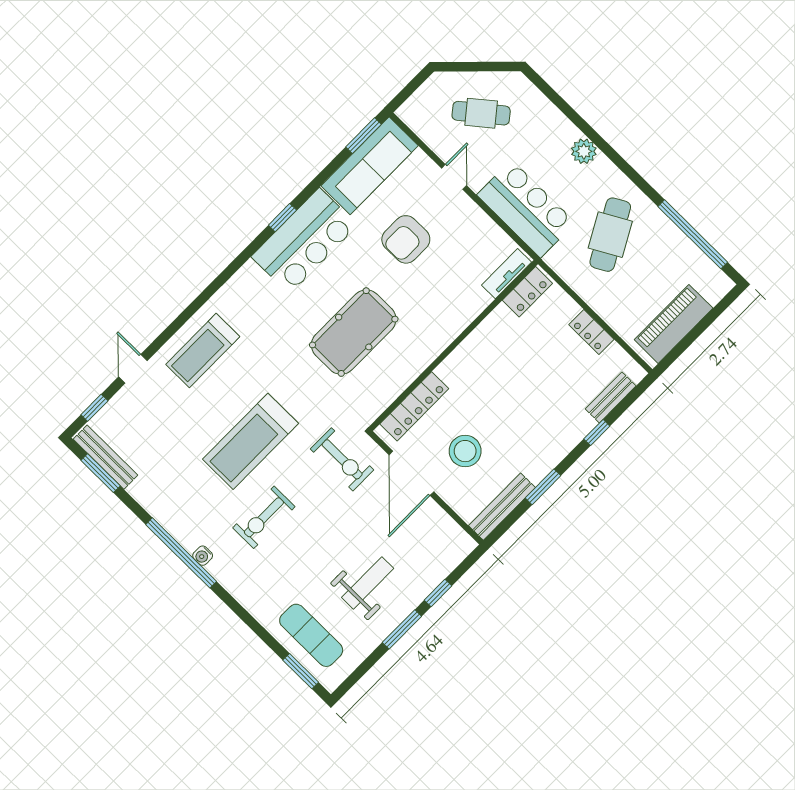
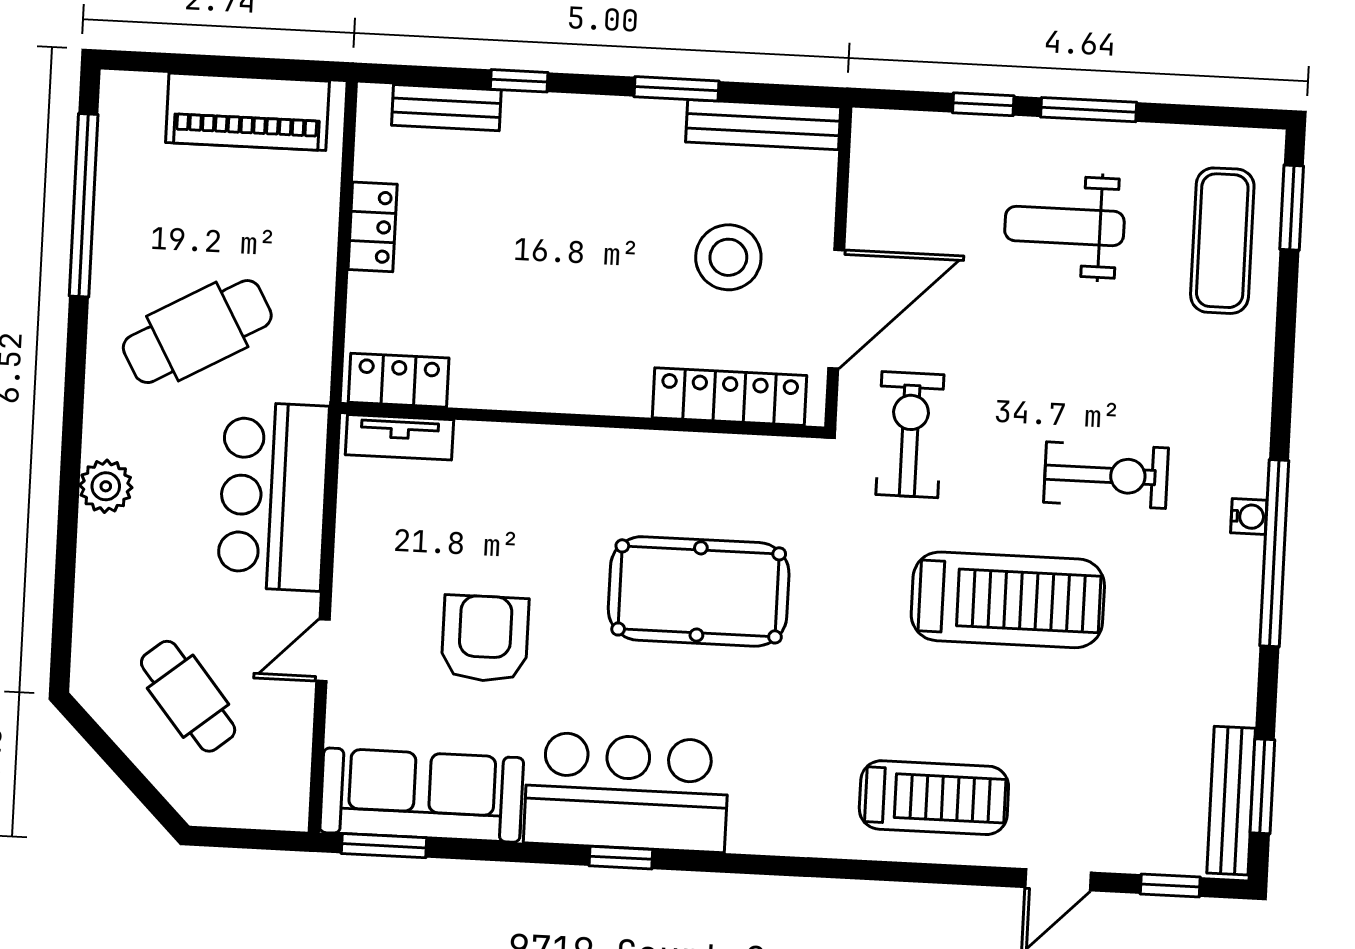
armchair: (406, 239) -> (485, 639), turned -90

